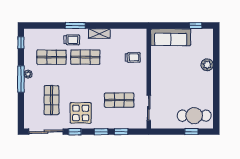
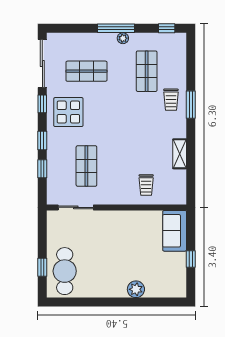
window: (196, 26) -> (191, 259), moved
shelving: (99, 34) -> (180, 154), moved
sofa: (171, 37) -> (175, 231), width x0.73
shop shelf: (85, 57) -> (147, 119), removed

